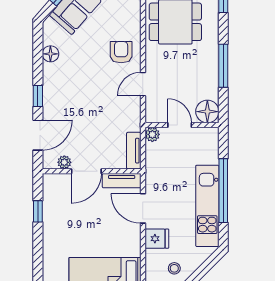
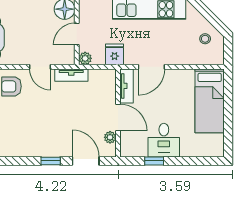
floor lamp: (50, 54) -> (13, 150), removed
tv unit: (134, 151) -> (71, 75), moved
desk: (61, 222) -> (164, 140), added
fridge: (157, 239) -> (115, 54), moved

